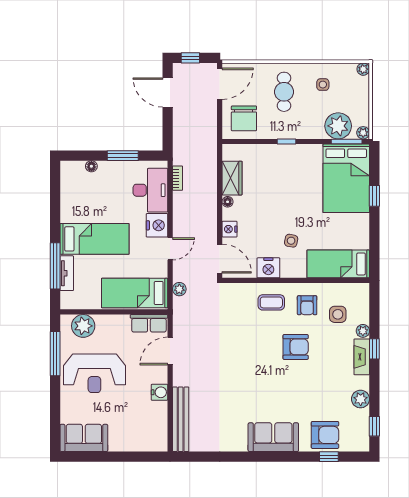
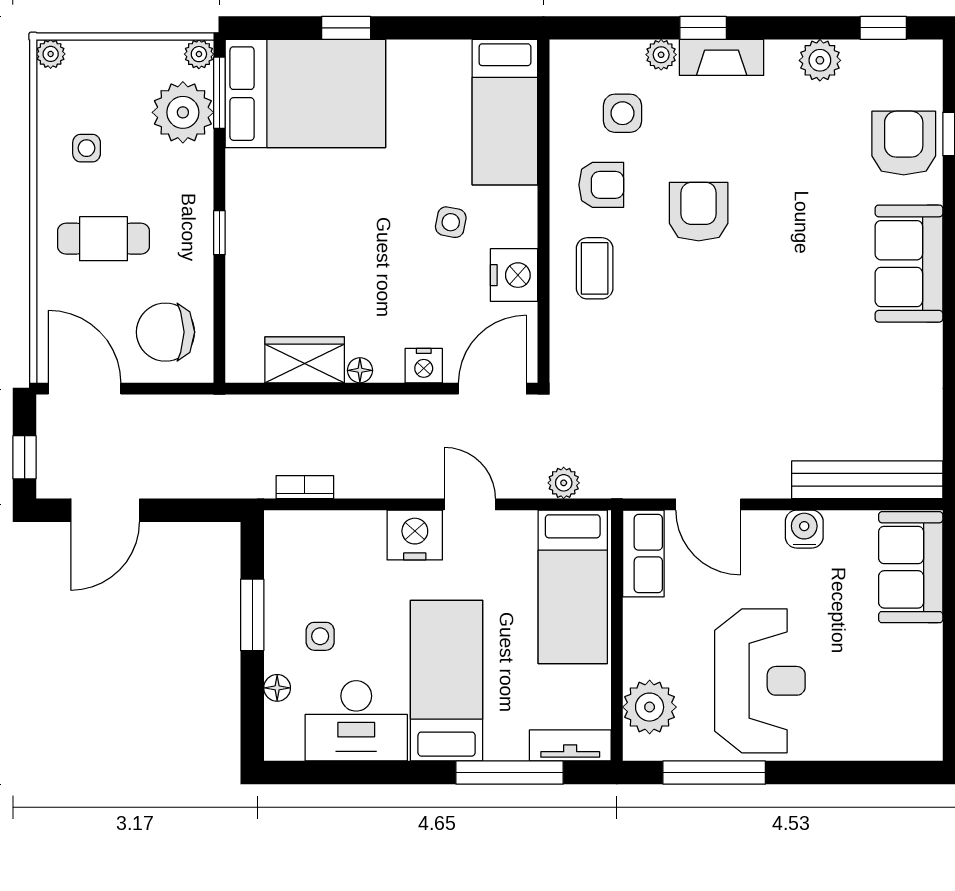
chair: (244, 118) -> (165, 332), turned 180
side table: (114, 185) -> (320, 636), added
desk: (150, 190) -> (356, 721), moved, turned 180
tv unit: (67, 273) -> (570, 745), moved
sofa: (84, 438) -> (911, 567), moved

